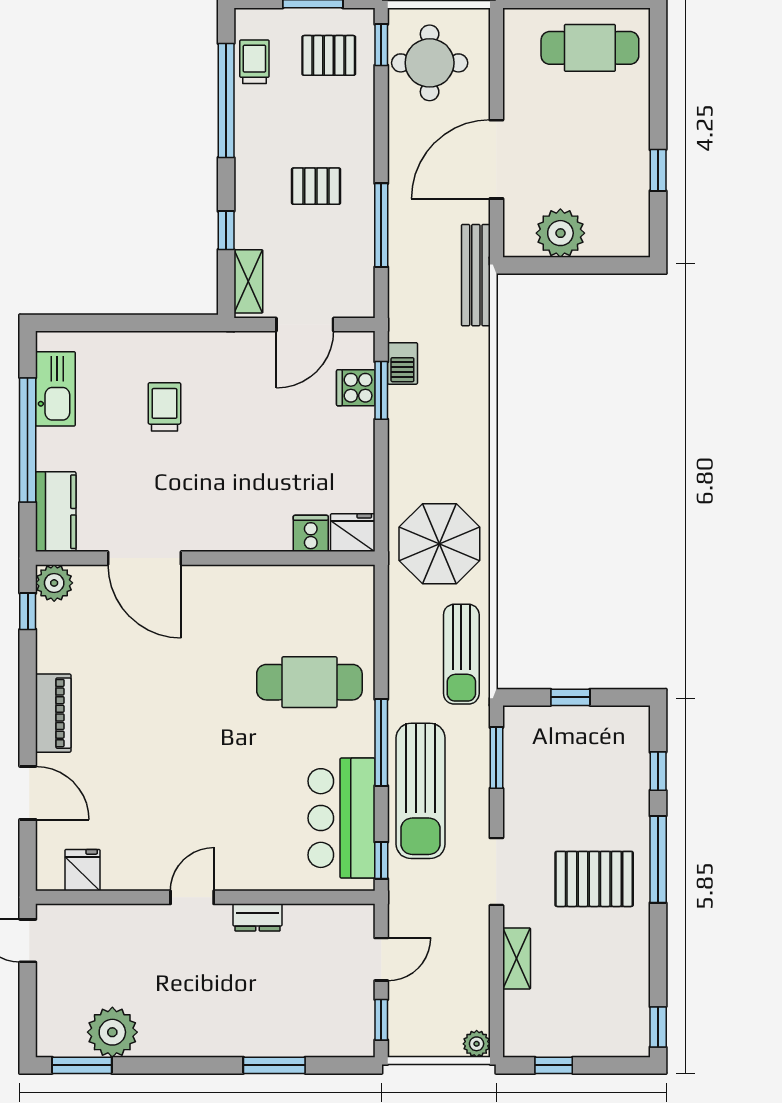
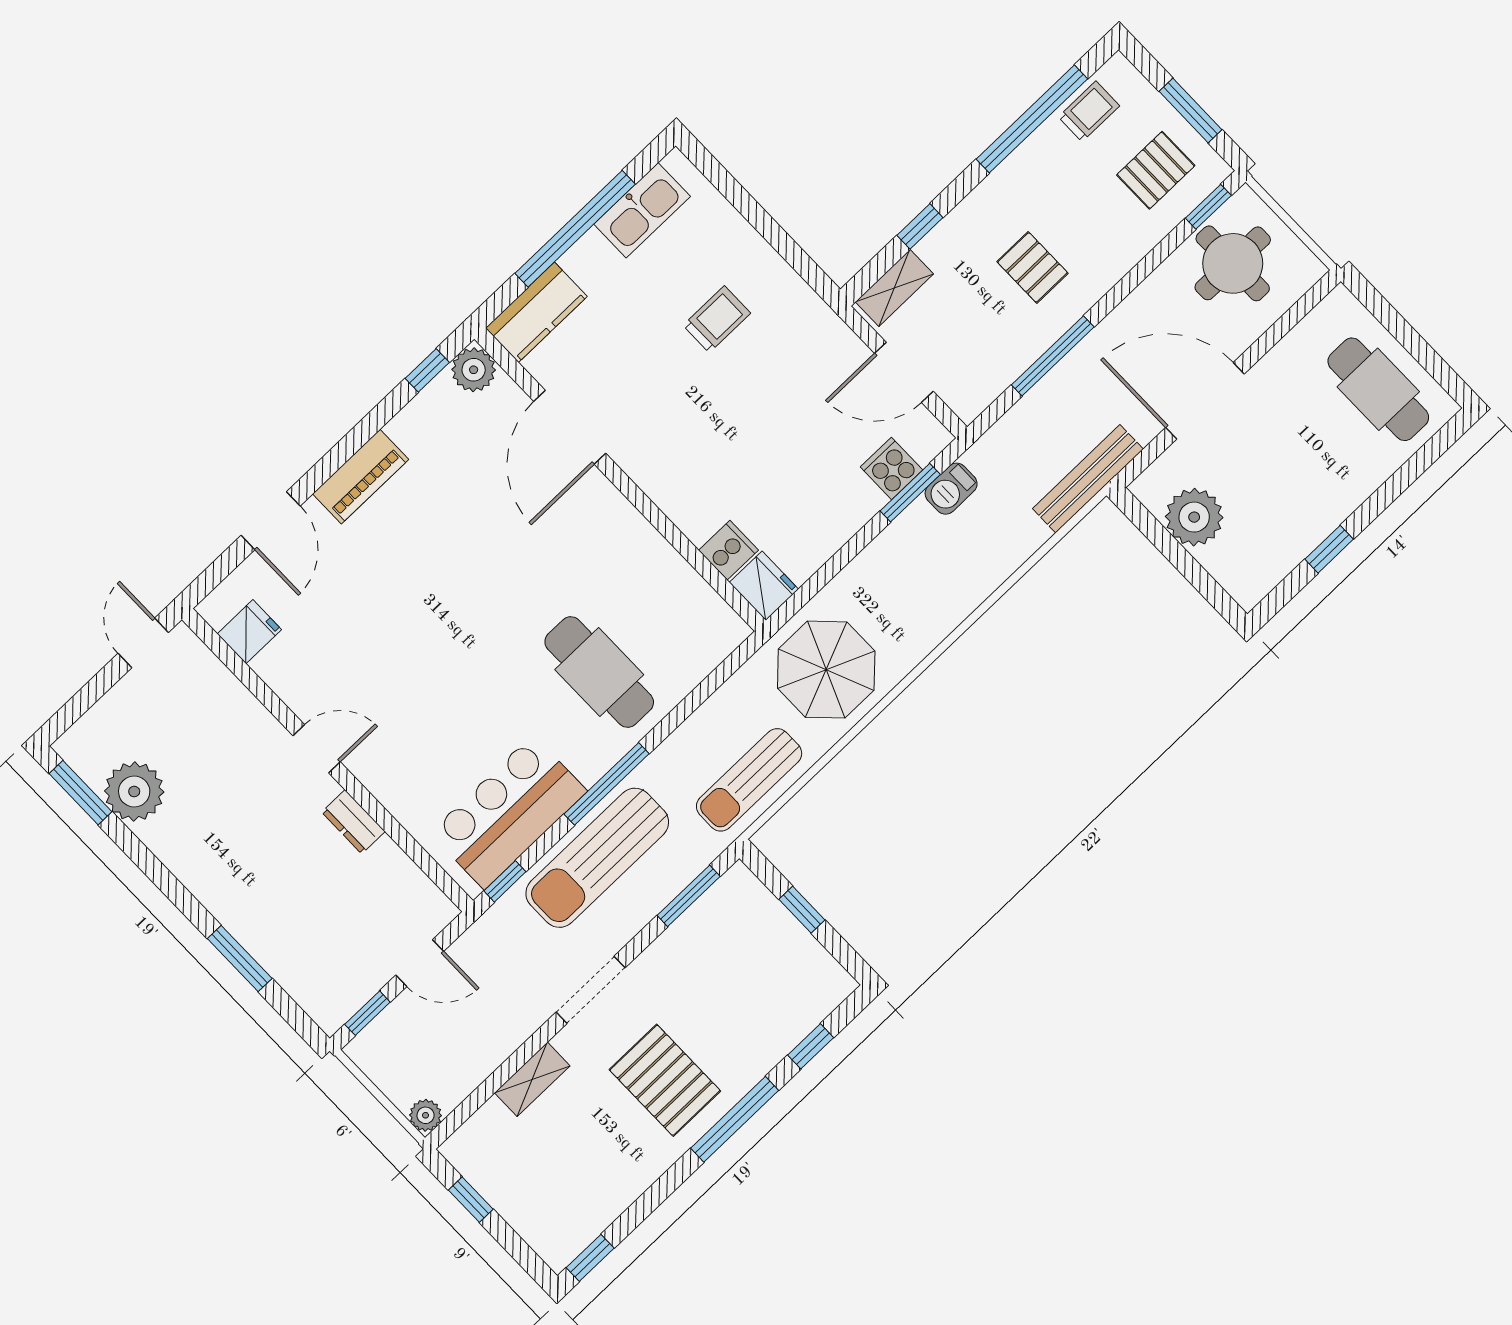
pallet: (329, 55) -> (1156, 170), turned 90

